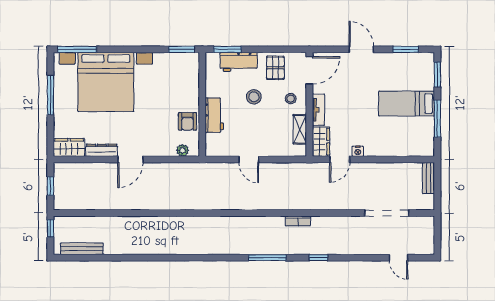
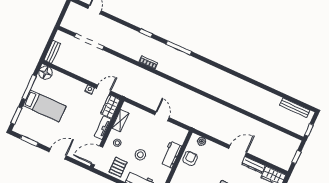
door: (361, 49) -> (58, 154), swing flipped
floor lamp: (425, 147) -> (45, 73), added

